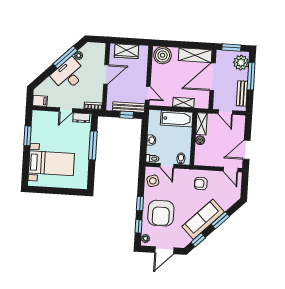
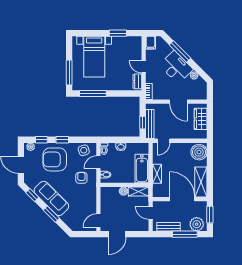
window: (65, 57) -> (180, 51), moved
door: (225, 112) -> (151, 213), hinge flipped
window: (93, 145) -> (93, 93), moved
door: (247, 150) -> (117, 234), swing flipped
armchair: (201, 184) -> (81, 178), moved
window: (67, 191) -> (69, 72), added

